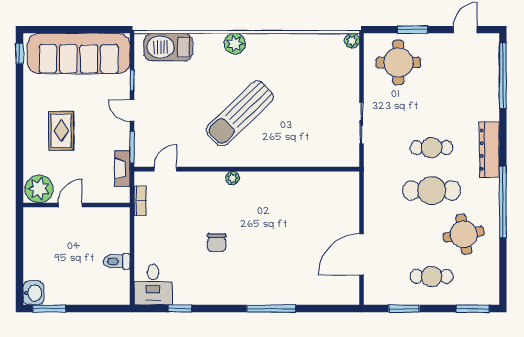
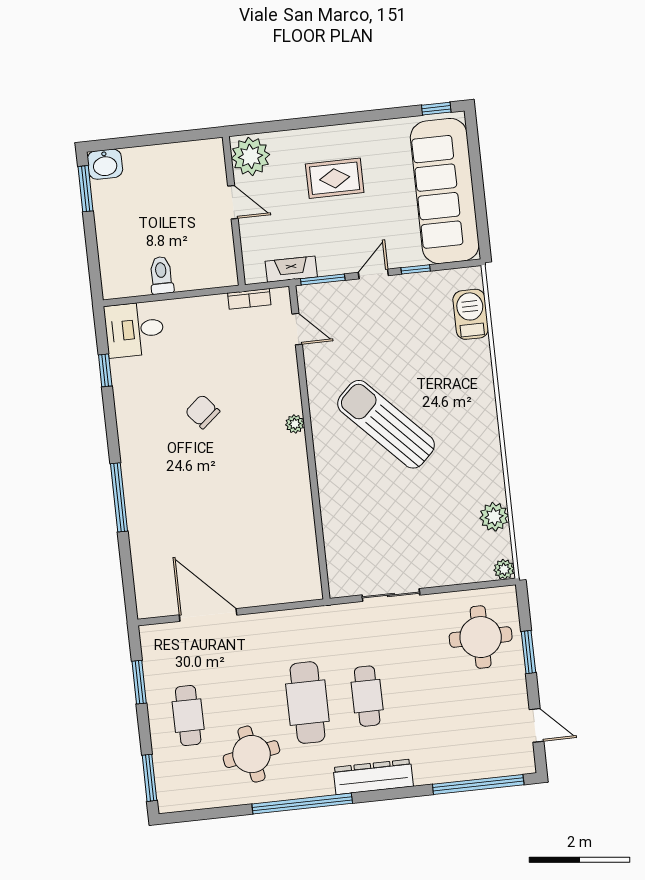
plant: (235, 44) -> (494, 517), moved
barbecue: (168, 47) -> (471, 314), width x0.73, depth x0.83
chair: (217, 243) -> (202, 412), turned 50

